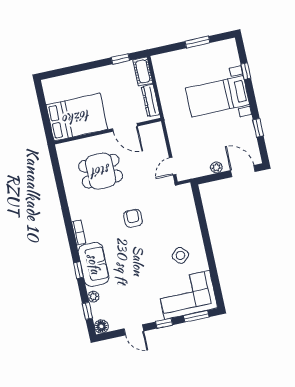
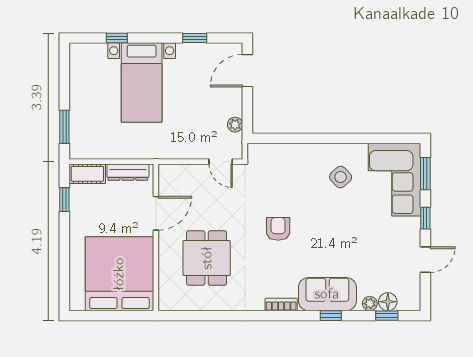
window: (198, 42) -> (64, 127), moved
bed: (77, 117) -> (119, 274), width x1.36
plant: (216, 167) -> (235, 125), moved
armchair: (133, 218) -> (278, 229), turned 90
floor lamp: (101, 326) -> (388, 302), moved

